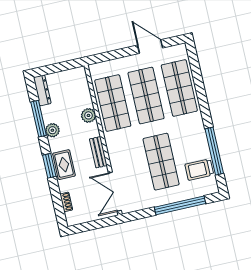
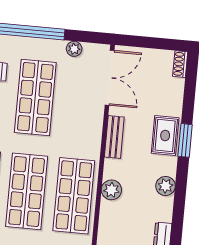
window: (39, 119) -> (179, 207), removed
shoe rack: (66, 202) -> (180, 64), moved
plant: (145, 204) -> (74, 49), added

